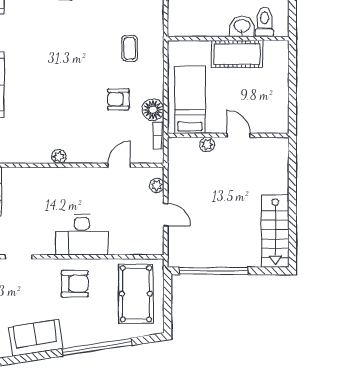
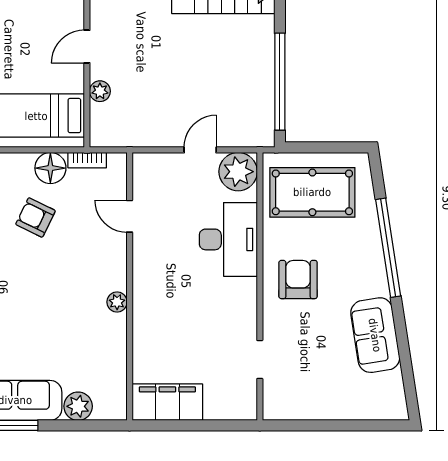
armchair: (118, 99) -> (35, 217), turned 116
plant: (157, 185) -> (238, 172), moved, width x1.87, depth x1.87
desk: (82, 235) -> (228, 239), moved

